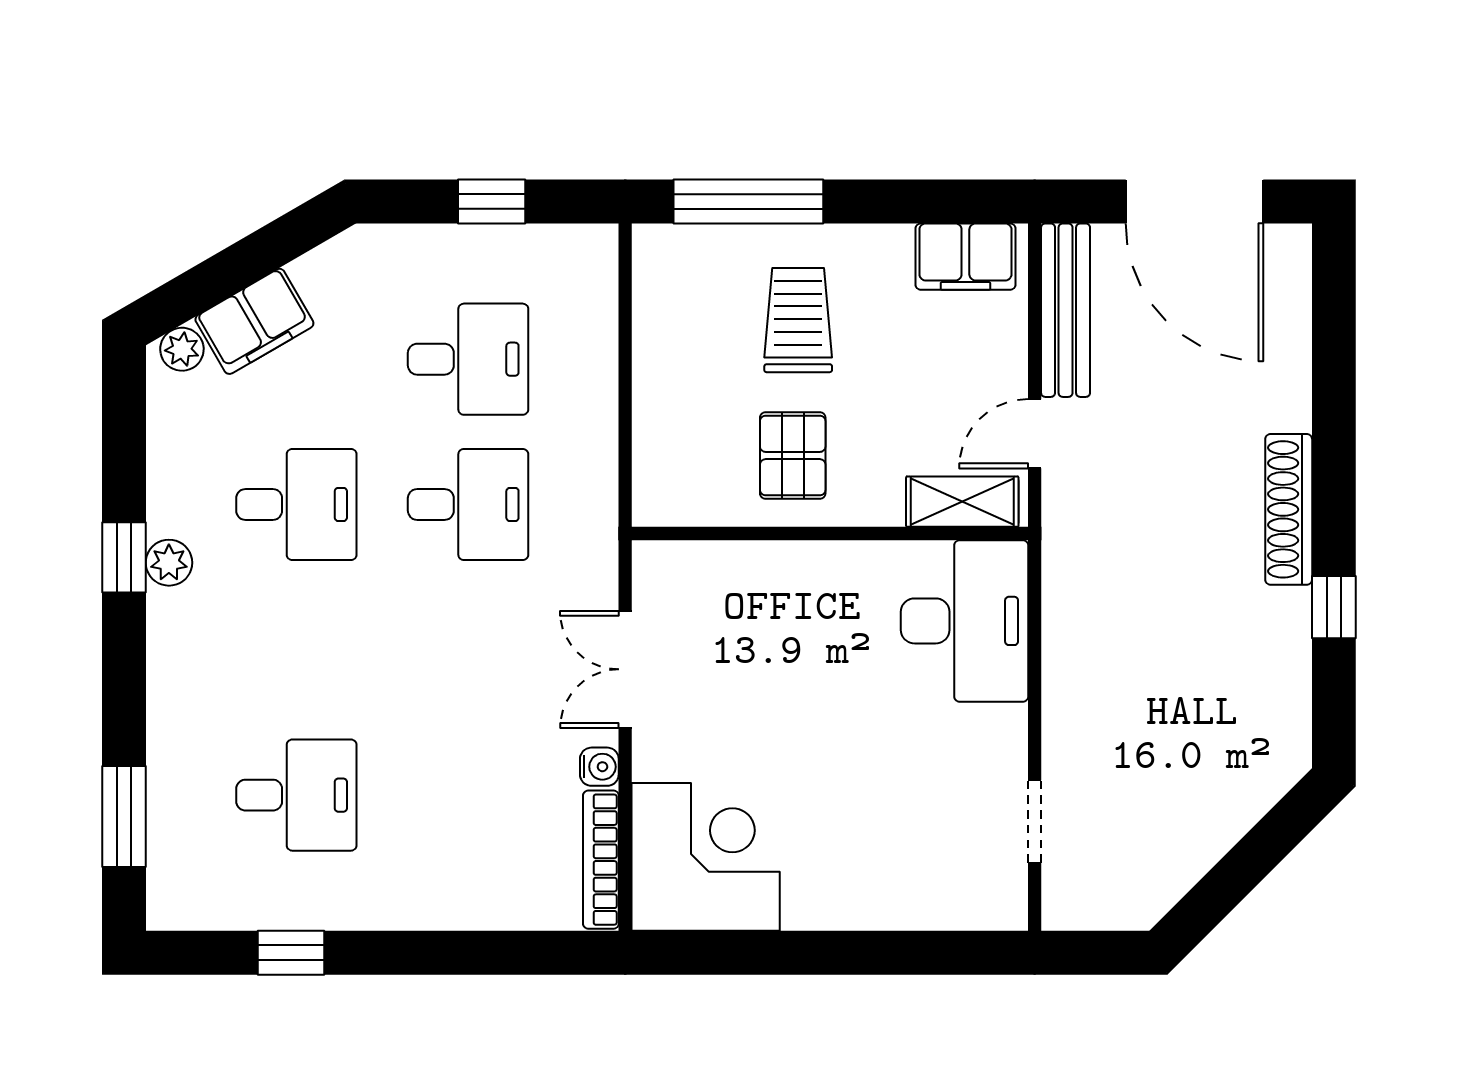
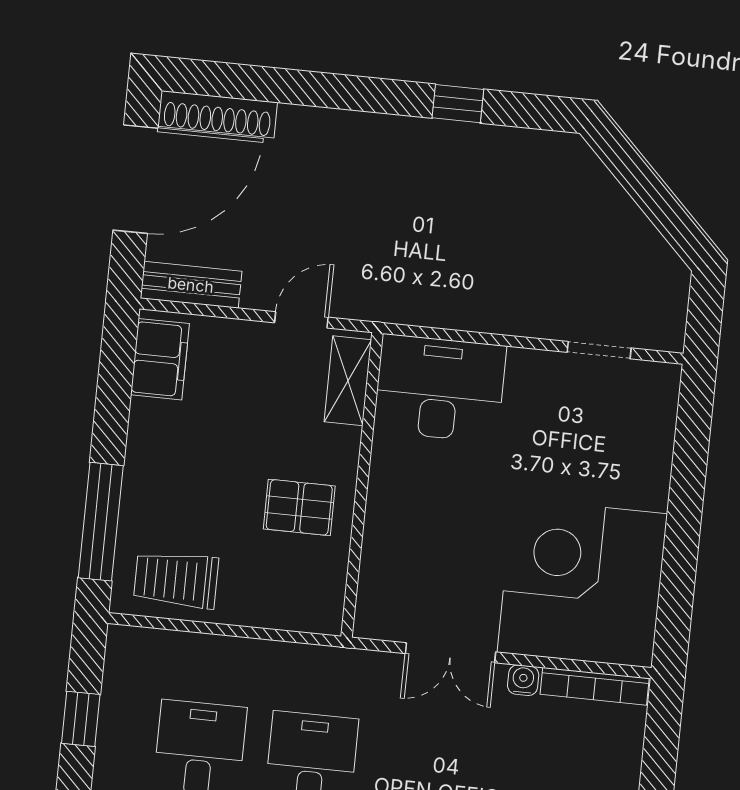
bench: (1066, 310) -> (191, 285), width x0.73
trolley: (798, 320) -> (176, 580), moved
door: (1035, 434) -> (301, 320), swing flipped
shoe rack: (1289, 509) -> (218, 114), moved
corner desk: (706, 857) -> (582, 583), width x1.36, depth x1.36

